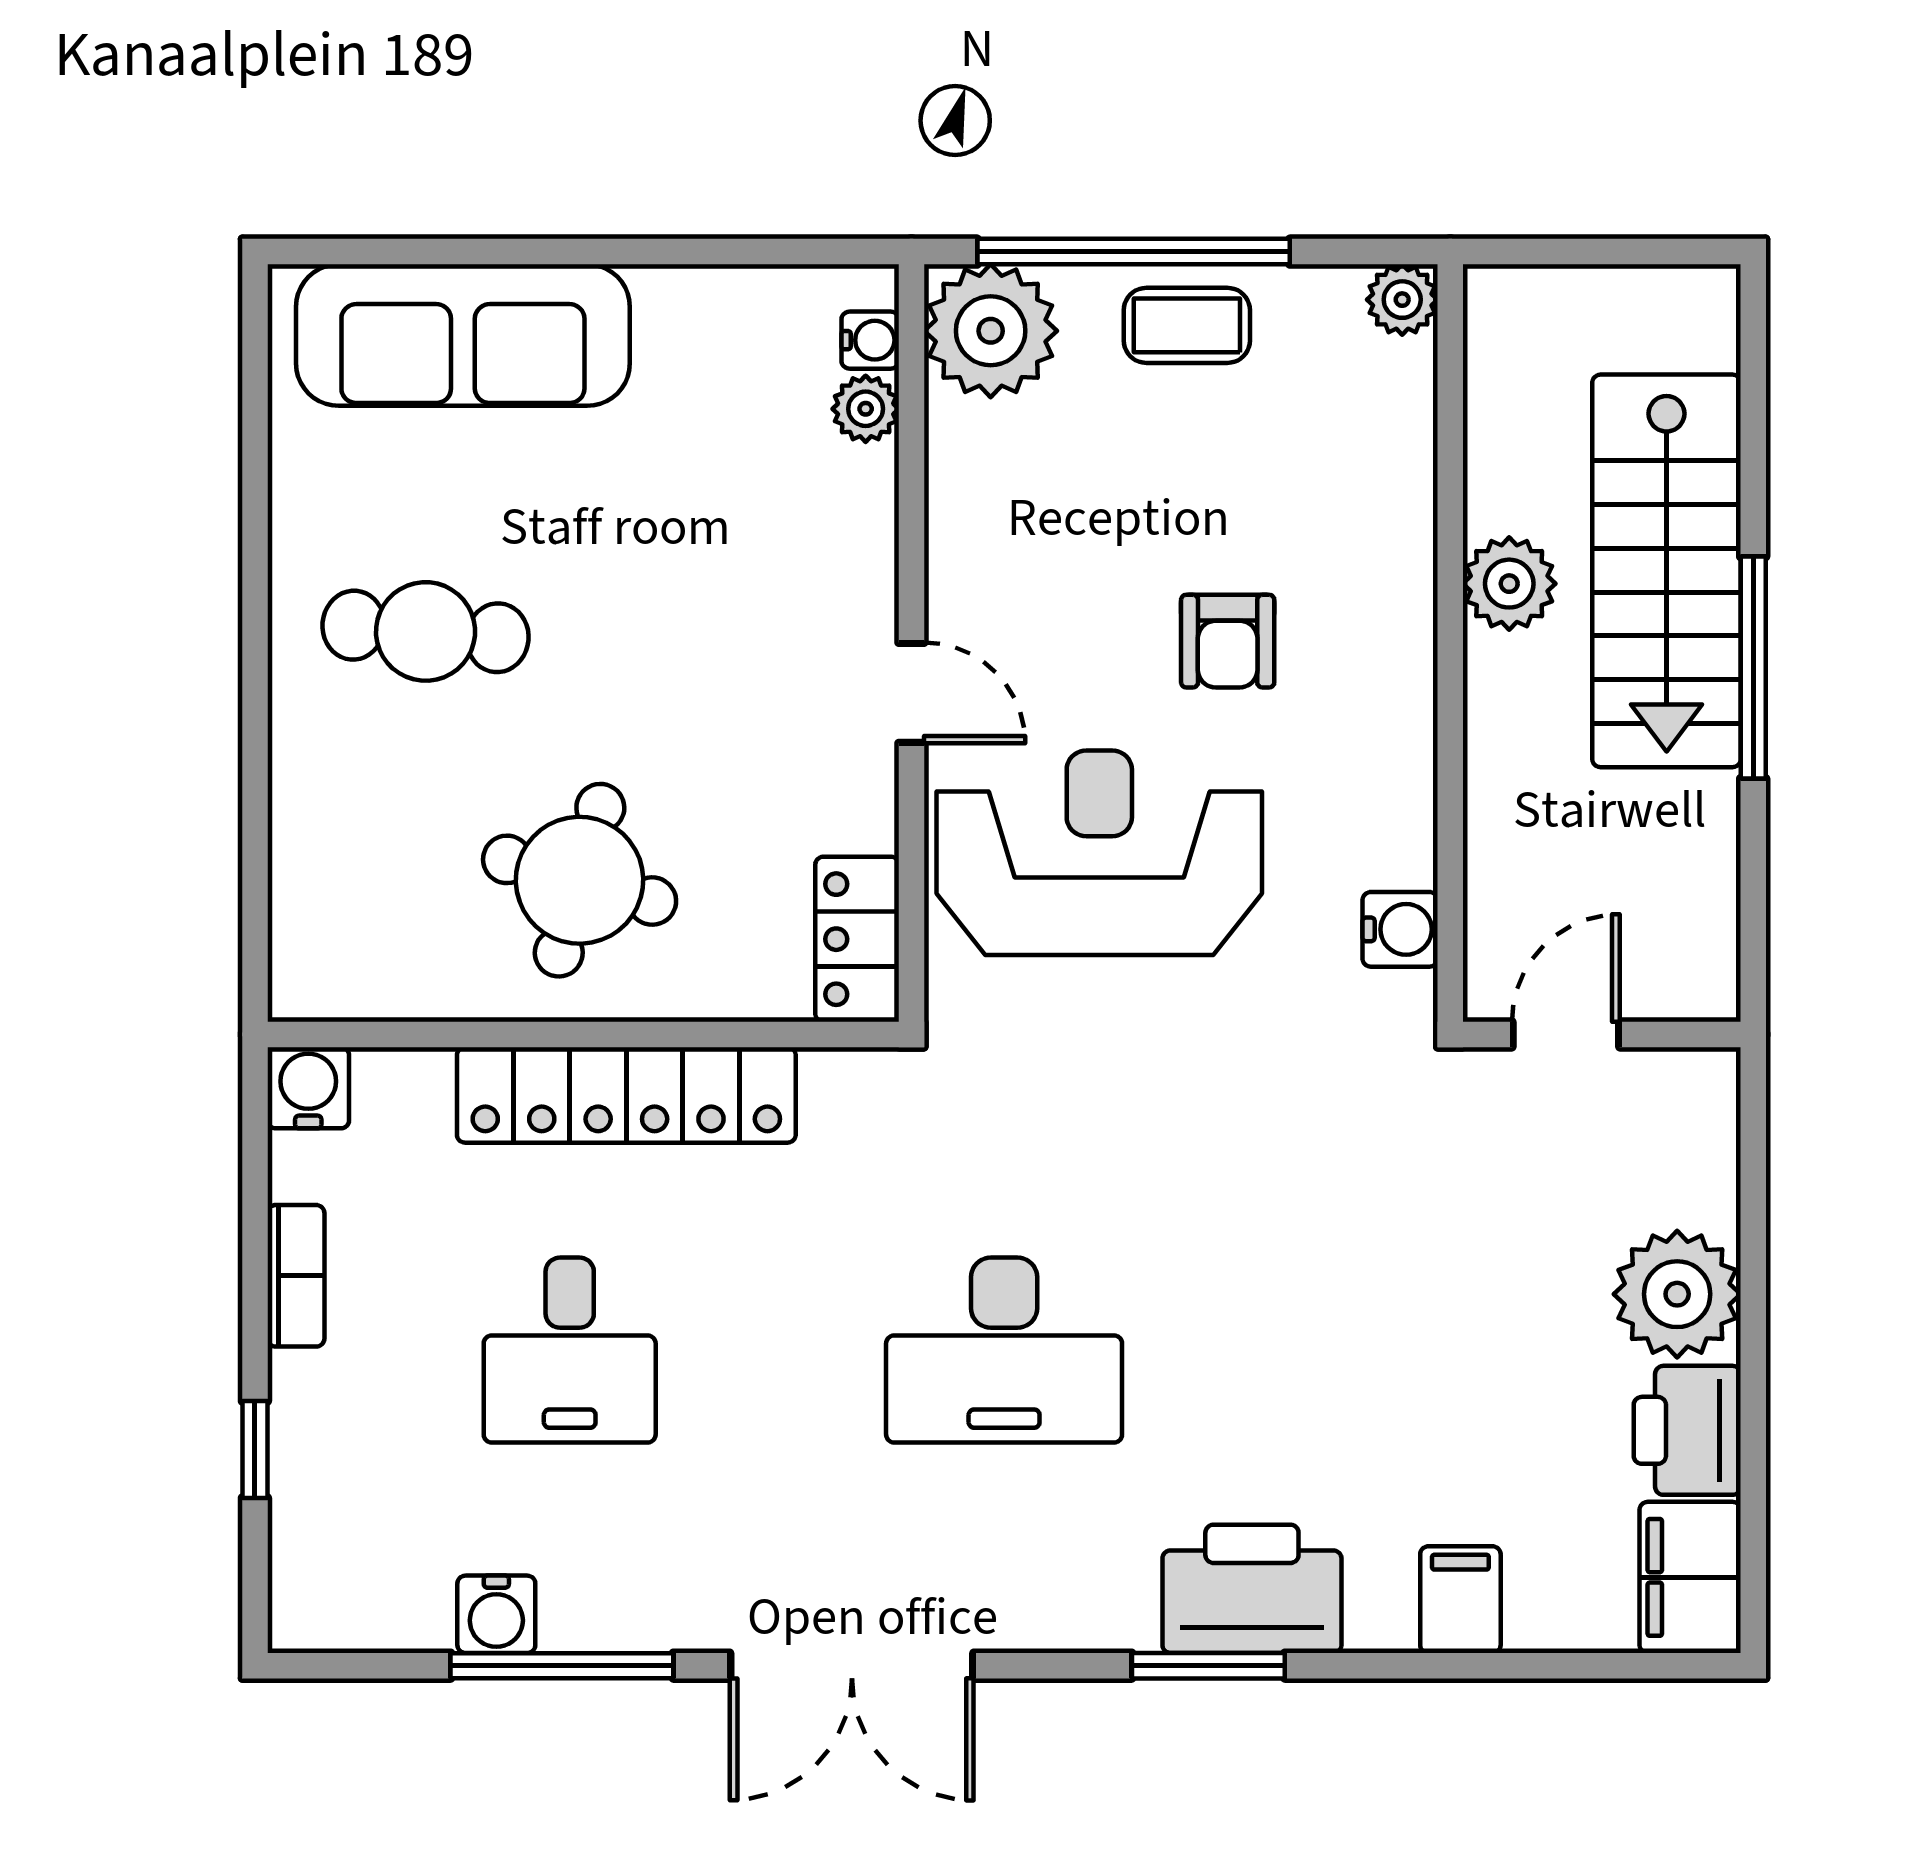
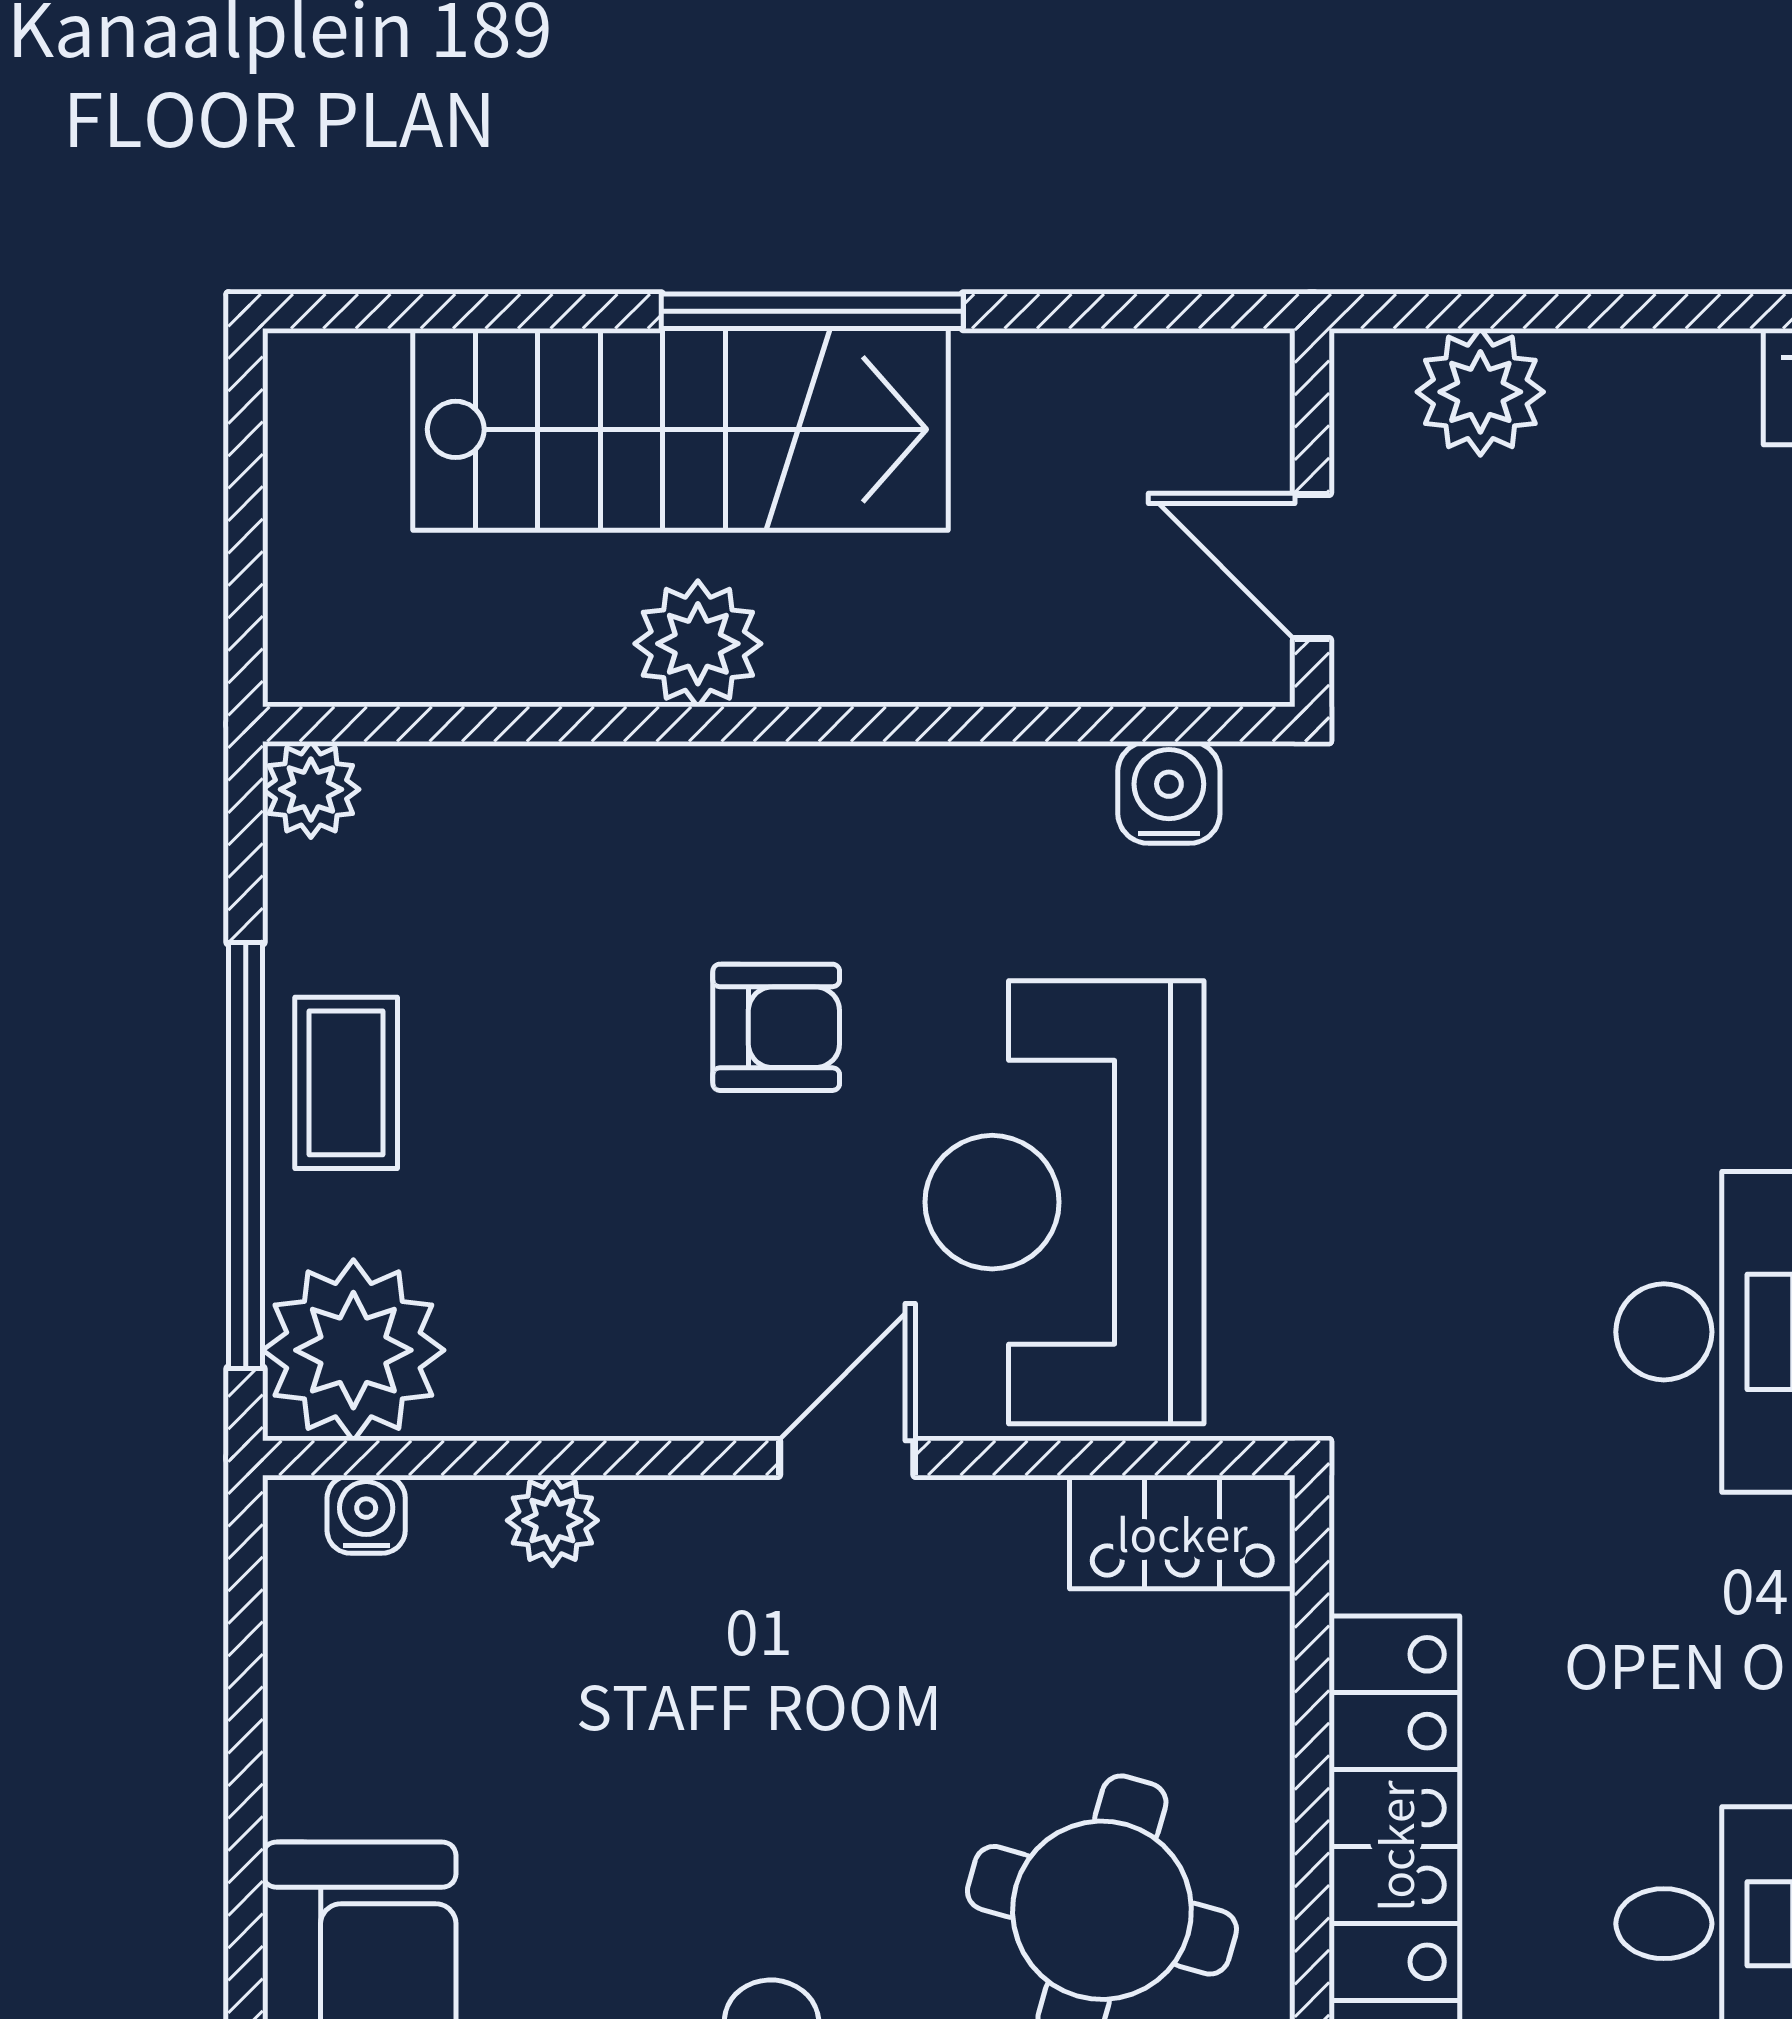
plant: (866, 409) -> (552, 1520), moved
plant: (1677, 1294) -> (1480, 392), moved, width x0.73, depth x0.73

